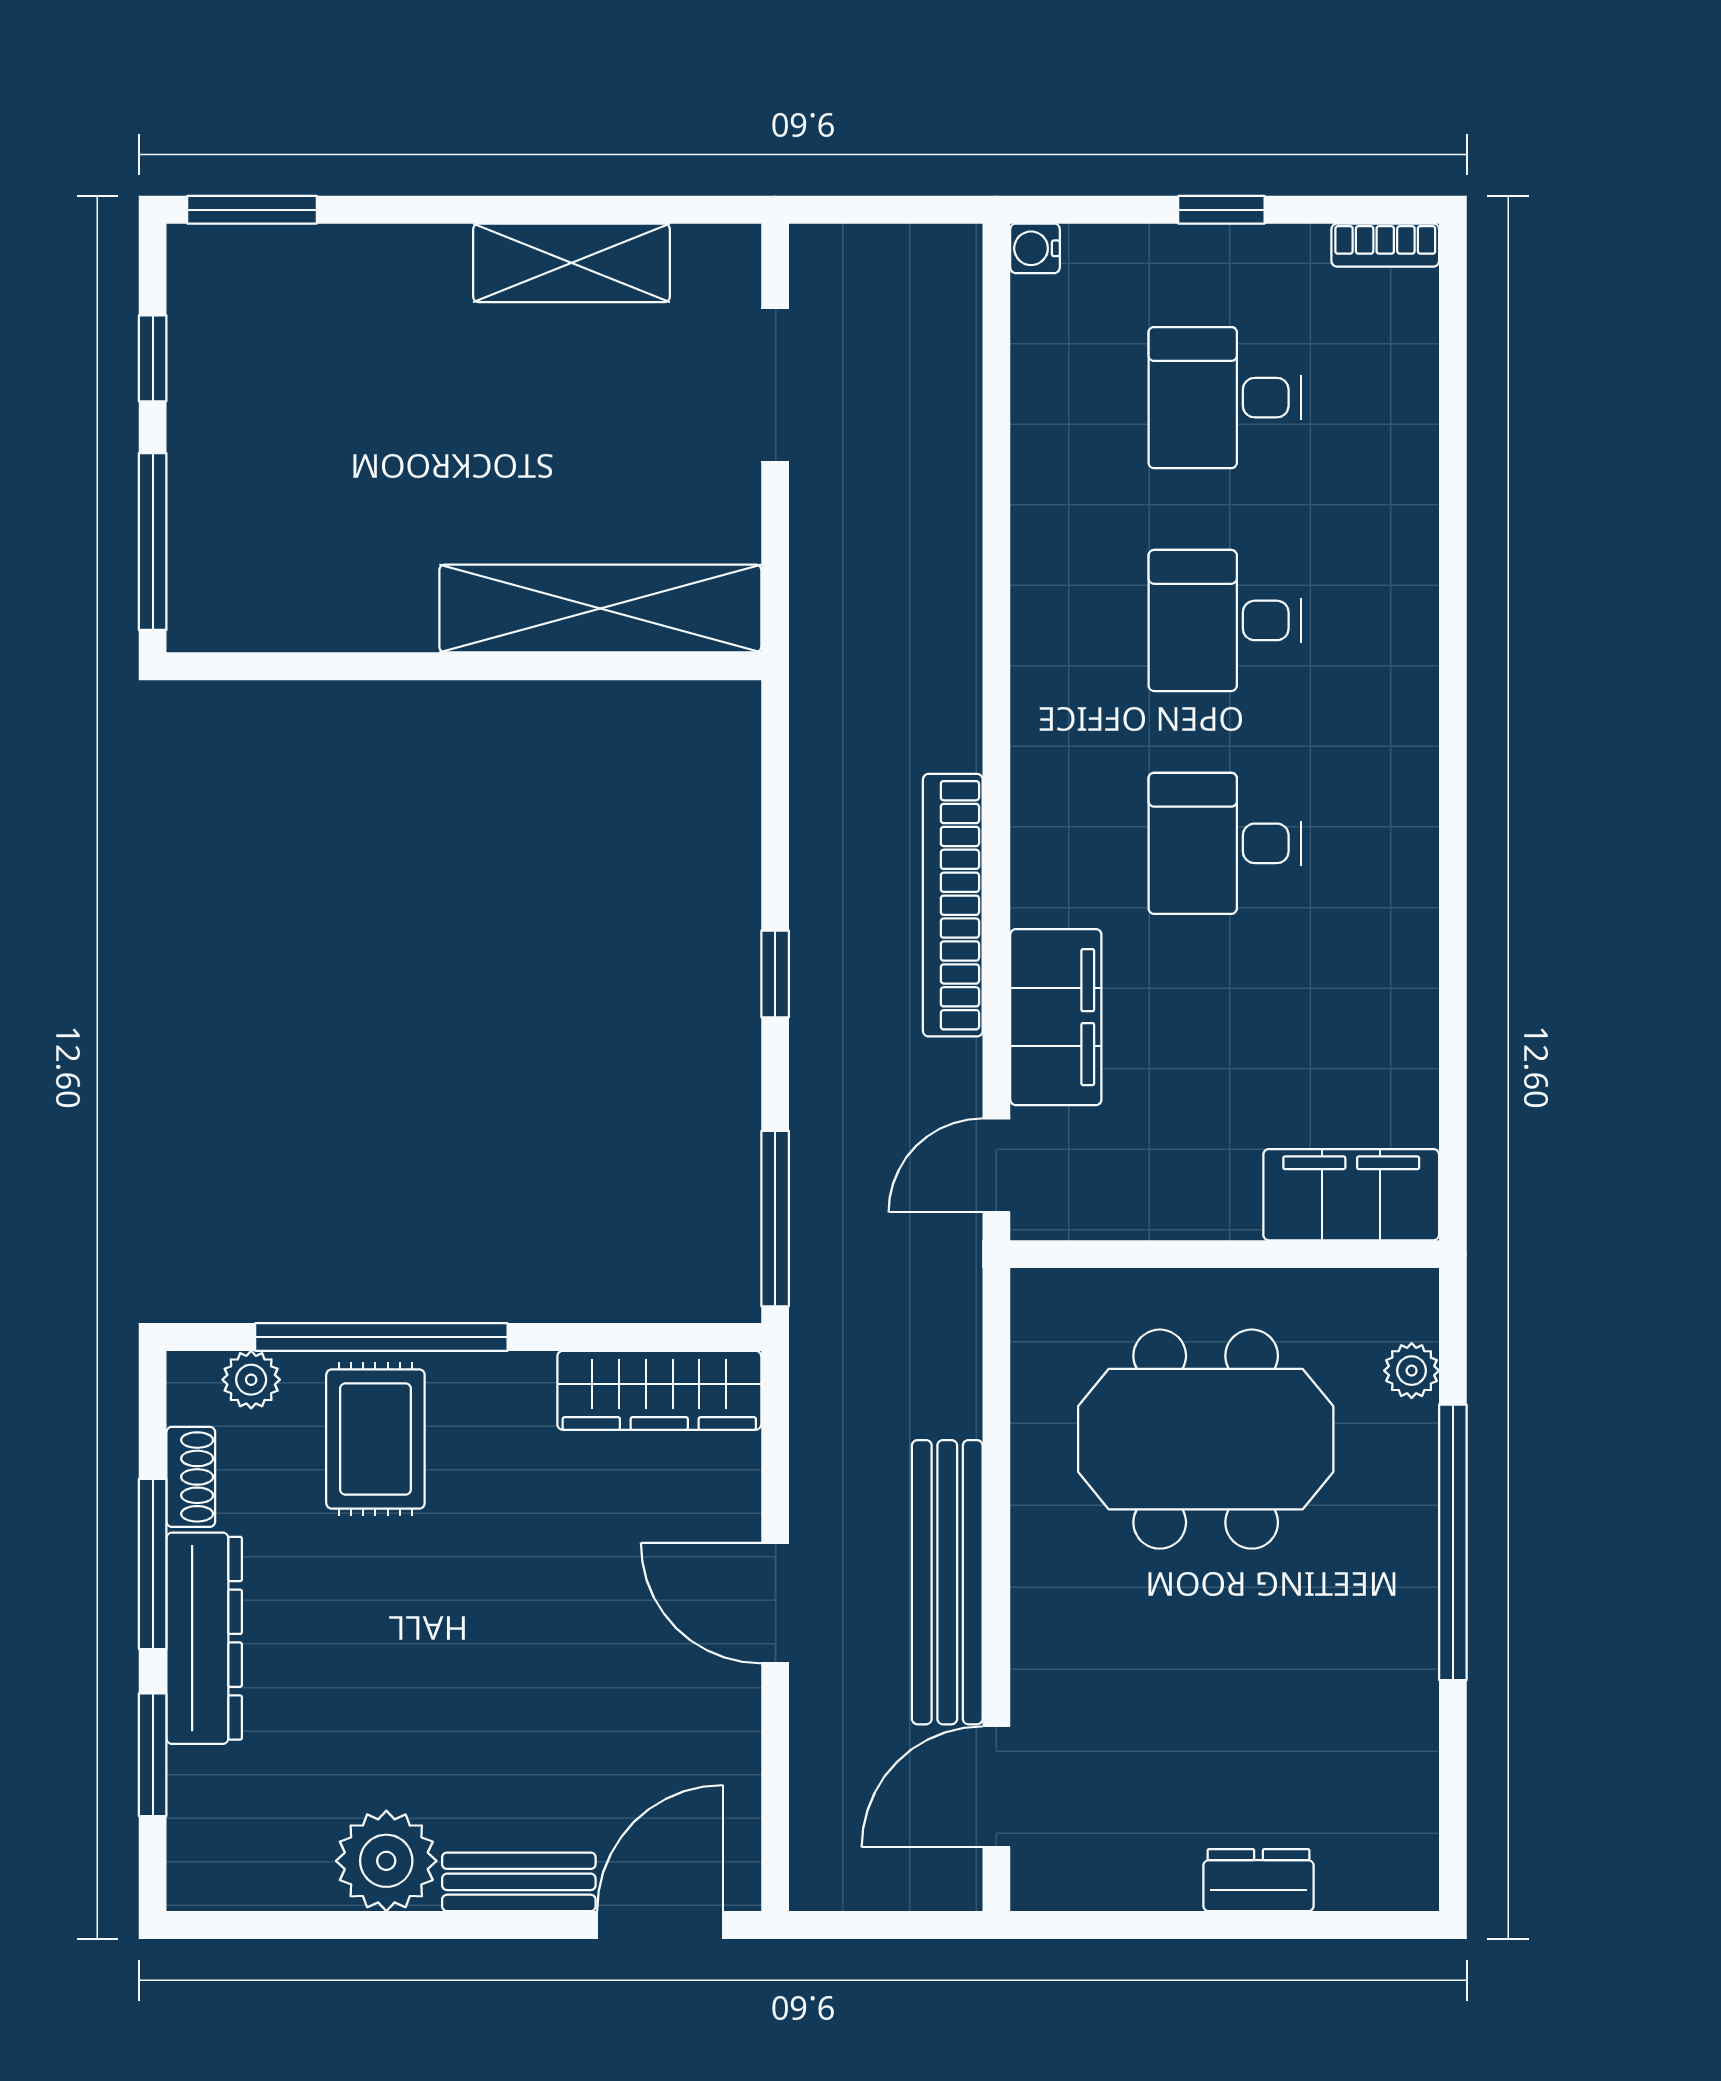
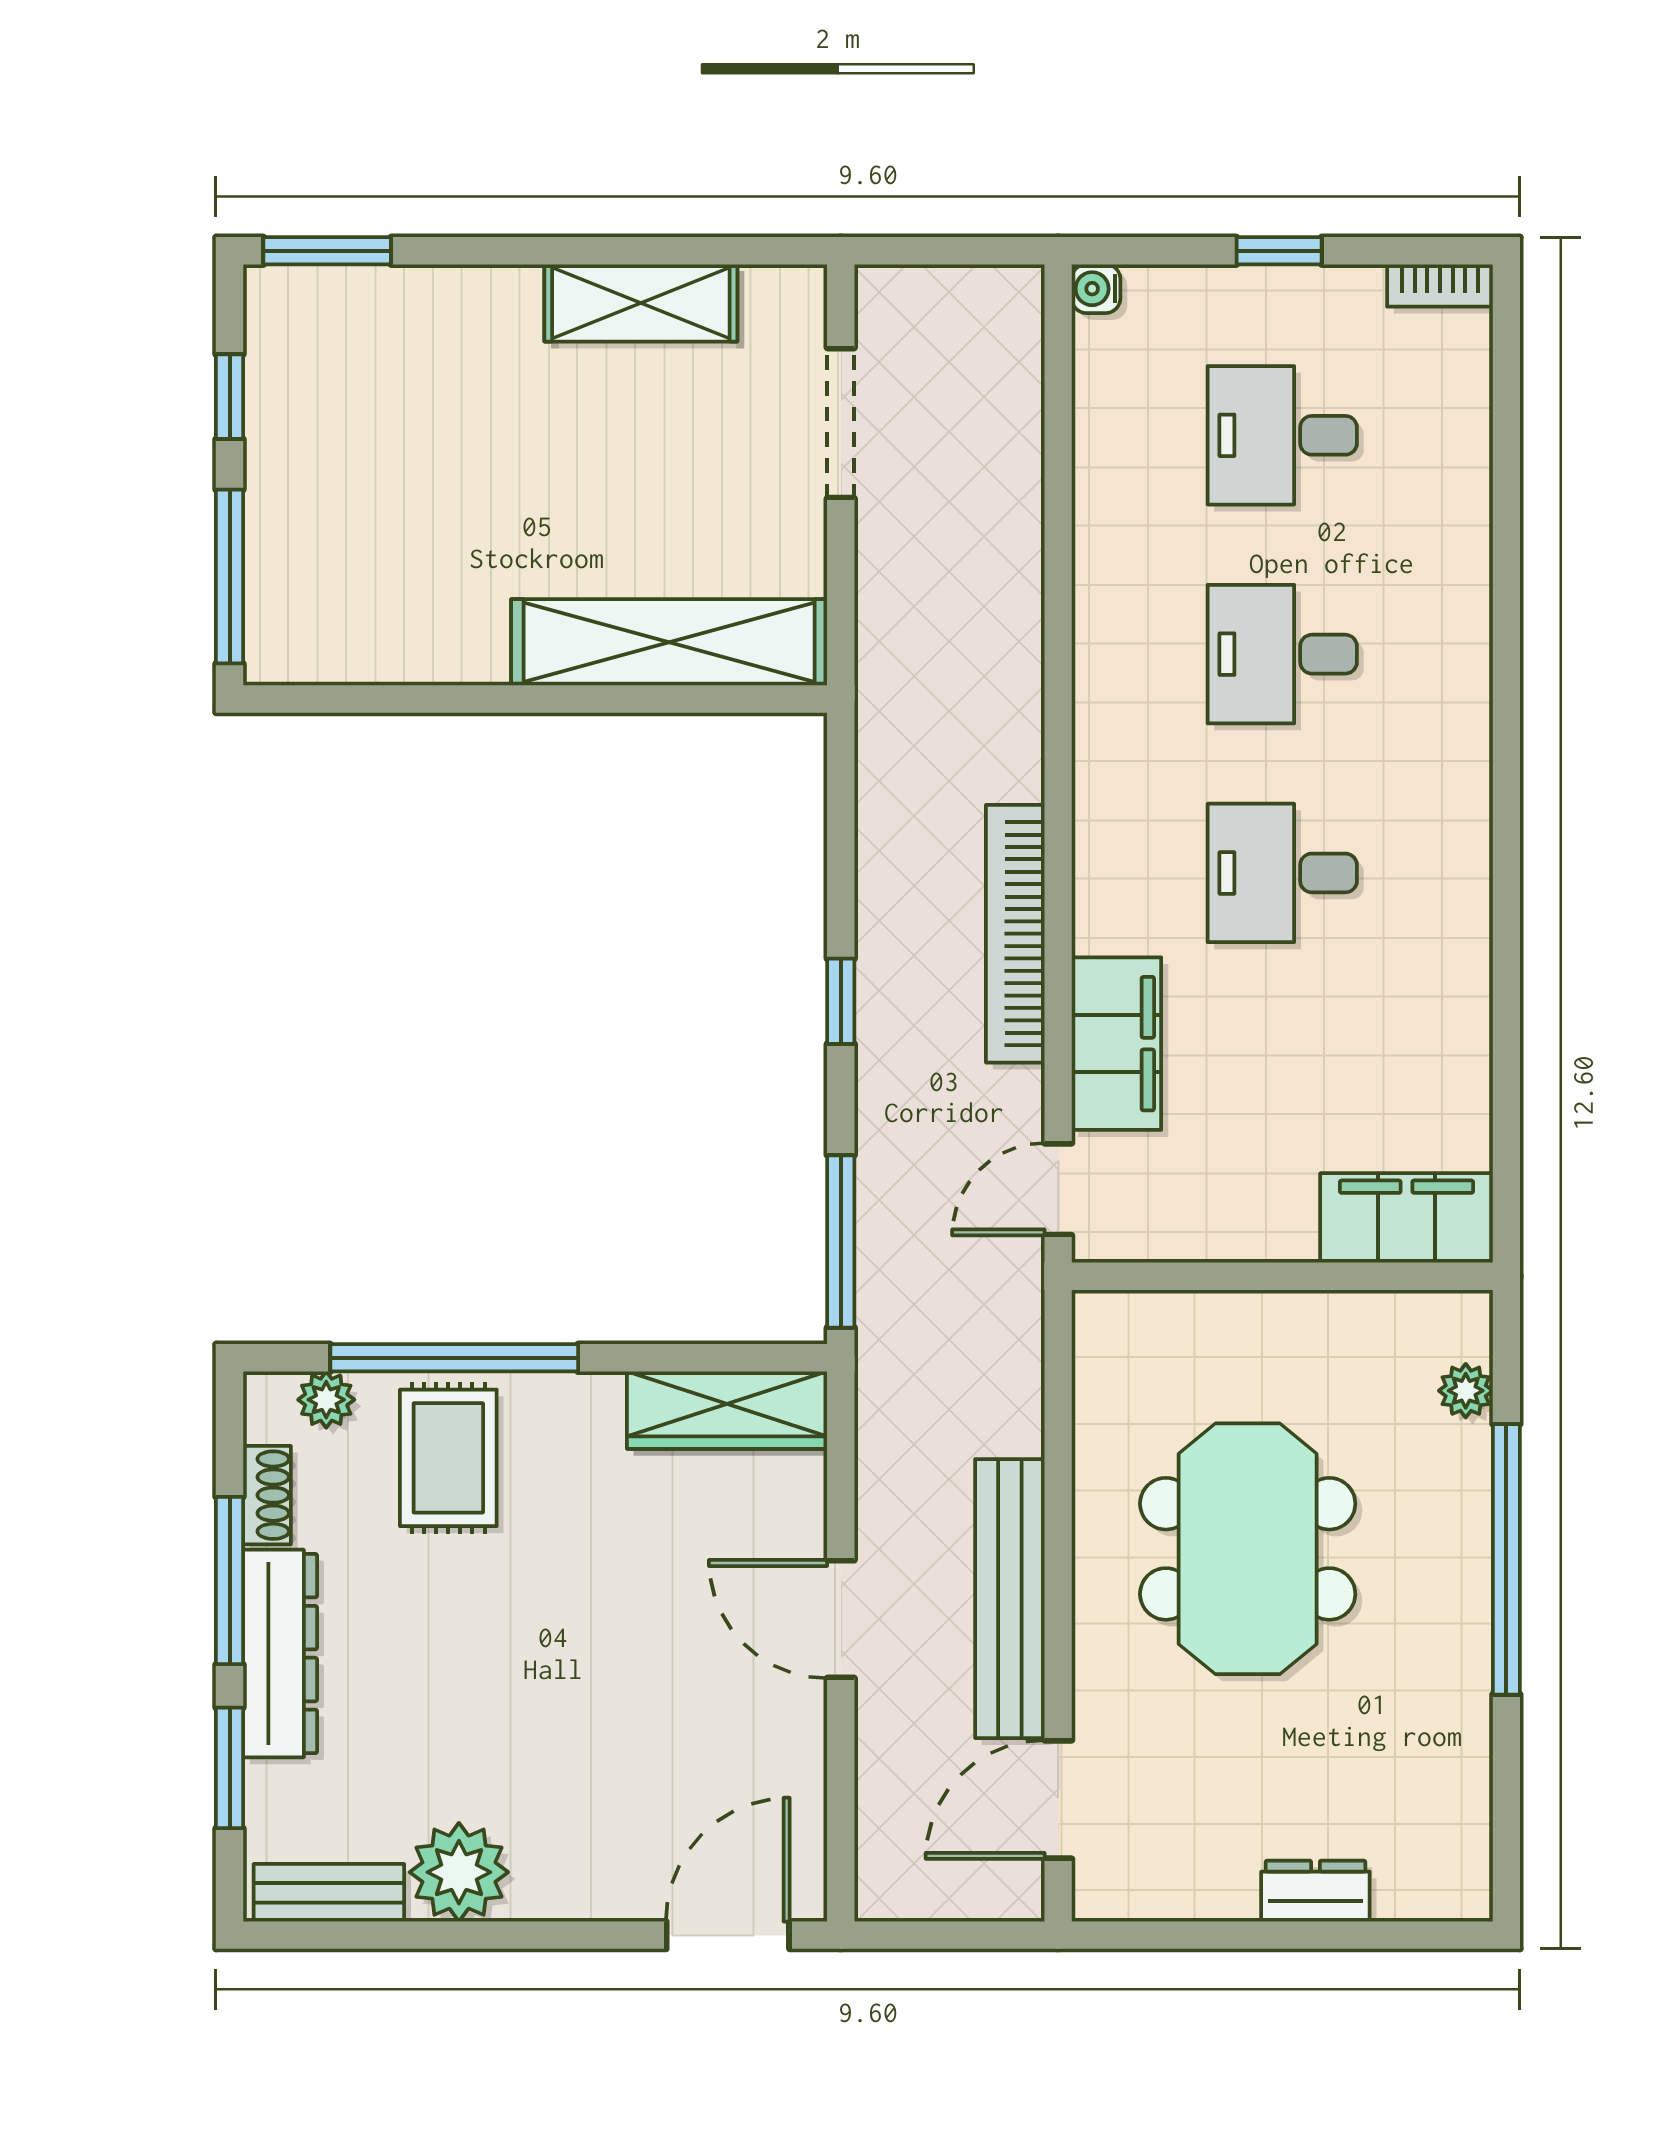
meeting table: (1206, 1439) -> (1248, 1549), moved, turned 90
bench: (519, 1882) -> (329, 1893), moved

